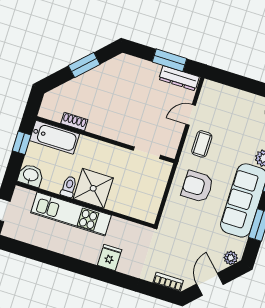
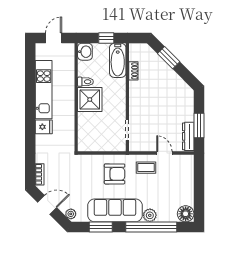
window: (84, 65) -> (169, 58), moved
armchair: (197, 186) -> (115, 174), turned 90
kitchen unit: (71, 214) -> (44, 90), moved, turned 180

